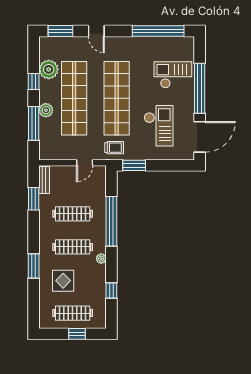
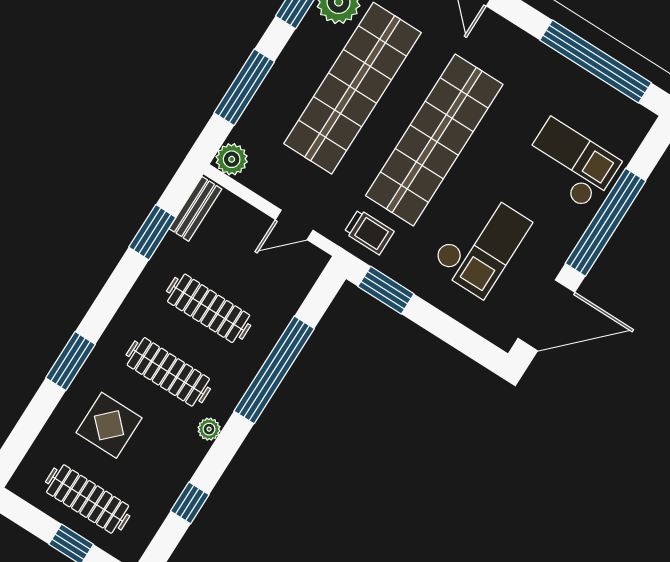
plant: (46, 110) -> (232, 159), moved

